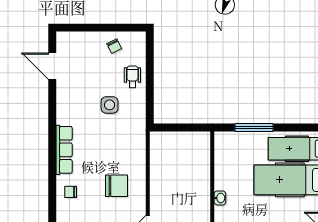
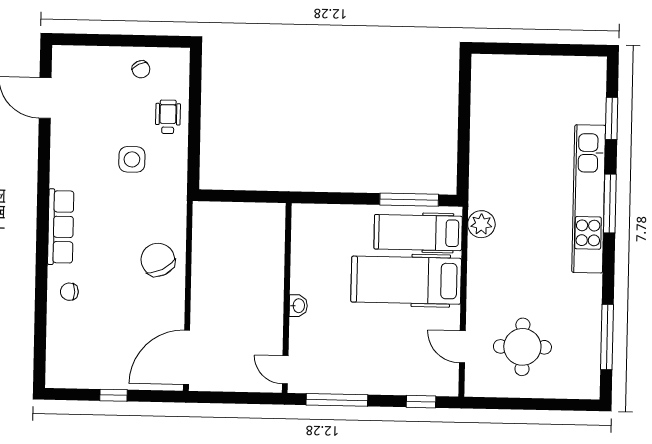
window: (254, 127) -> (409, 200), moved
chair: (117, 186) -> (158, 260), moved, turned -117

